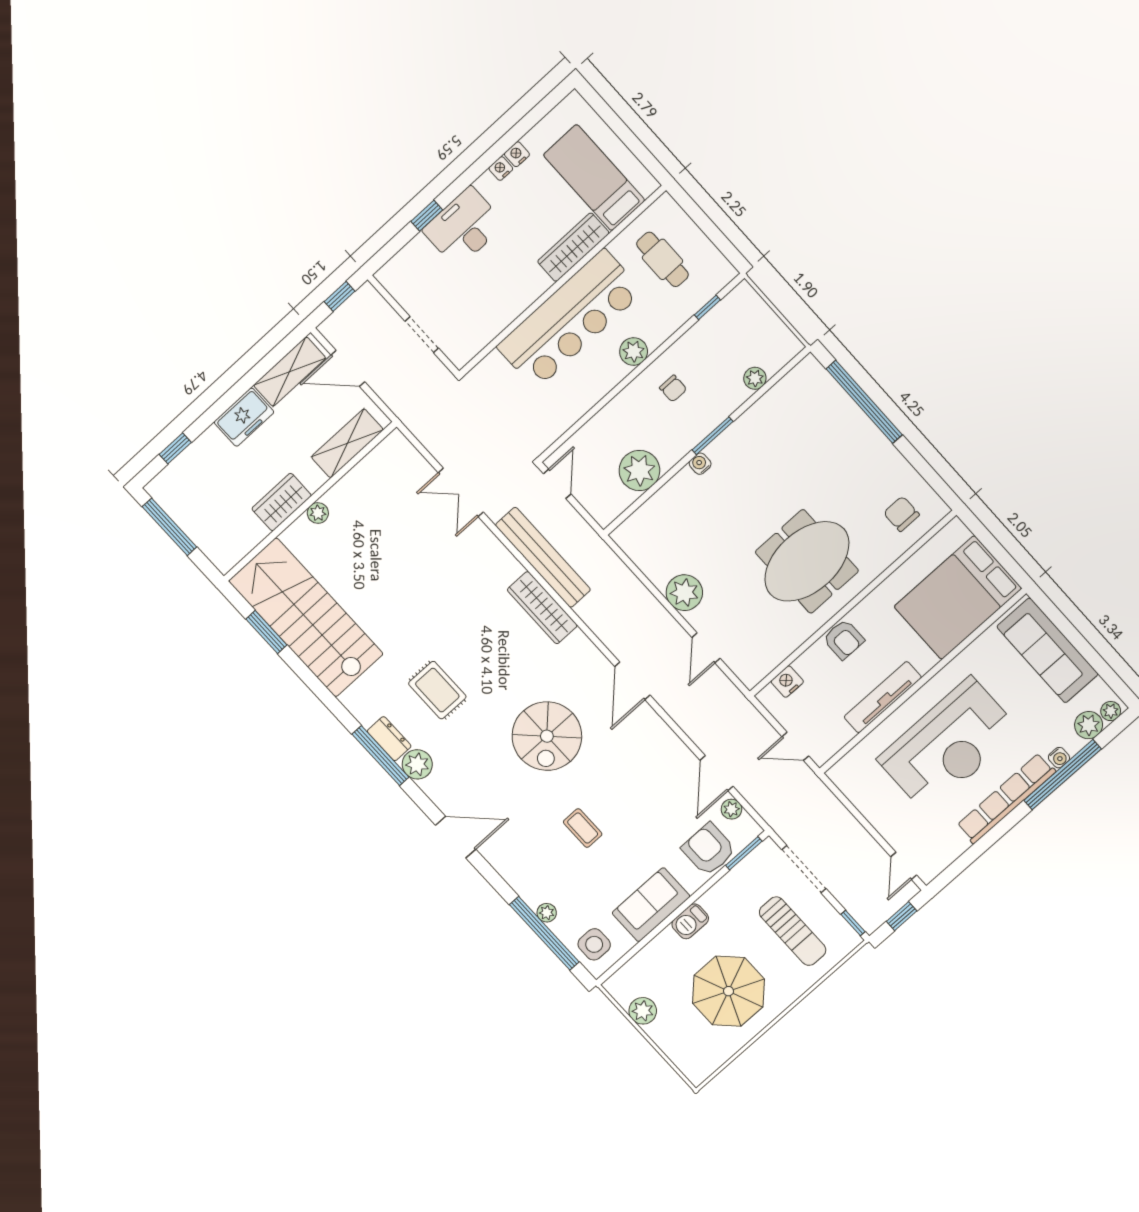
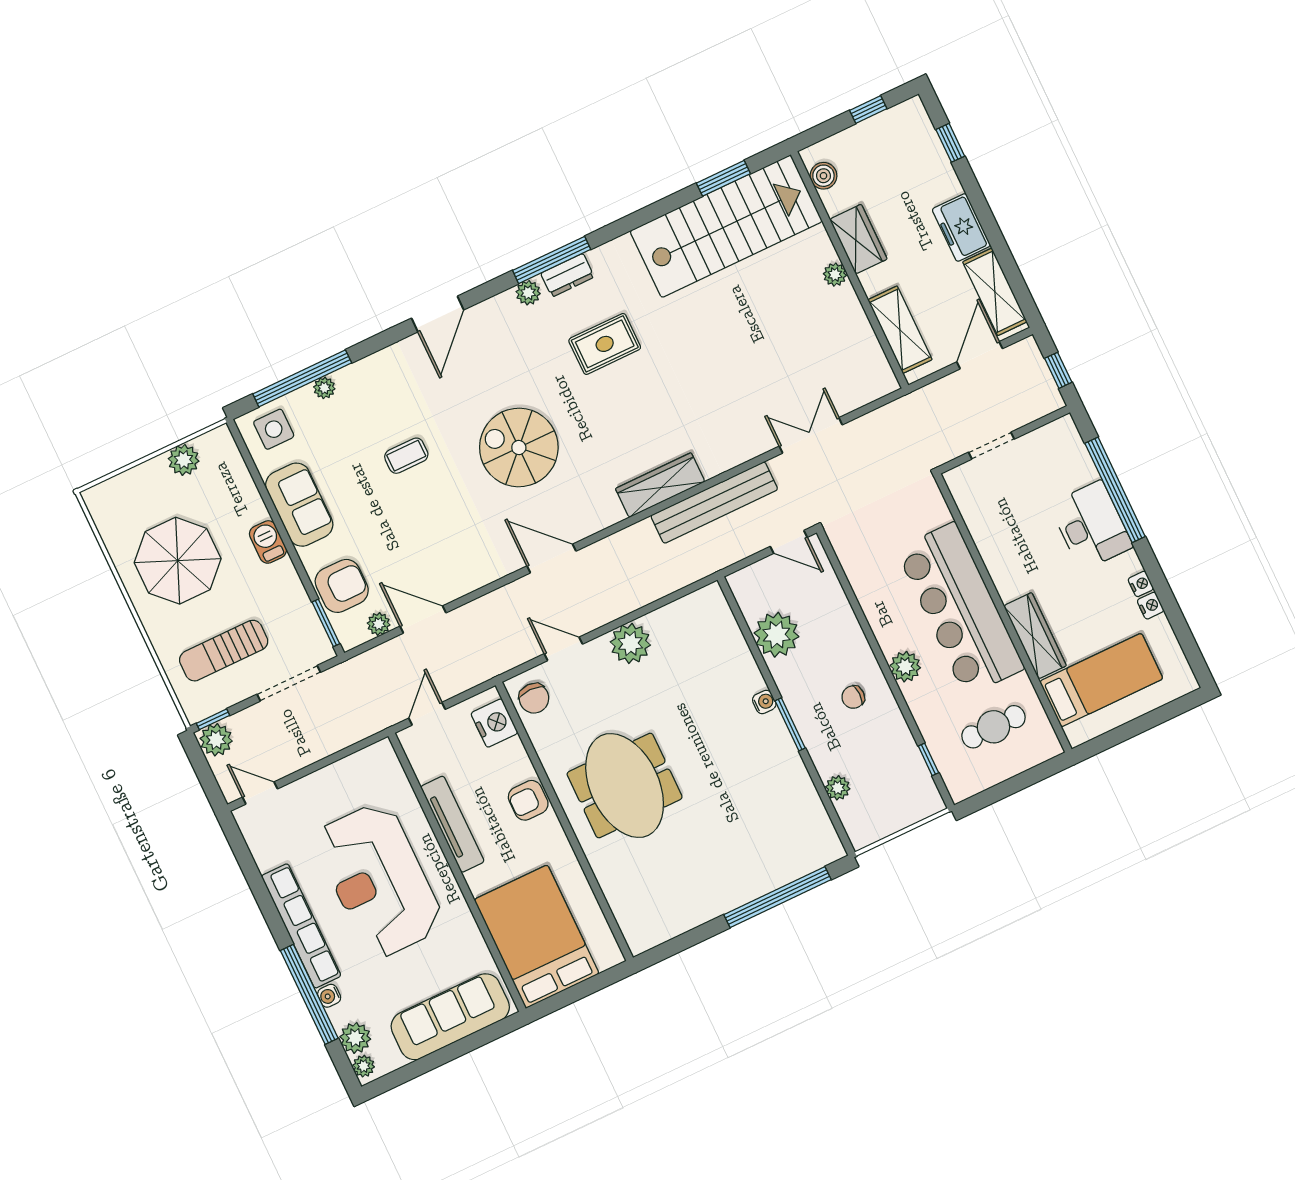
window: (427, 216) -> (1115, 490), width x3.17
chair: (901, 514) -> (534, 698), moved, turned 90
window: (169, 527) -> (868, 110), width x0.46
boiler: (237, 548) -> (823, 176), added
nightstand: (787, 682) -> (494, 723), width x1.36, depth x1.33
plant: (417, 764) -> (528, 293), width x0.73, depth x0.73
plant: (869, 915) -> (216, 740), added
window: (902, 916) -> (205, 775), removed

